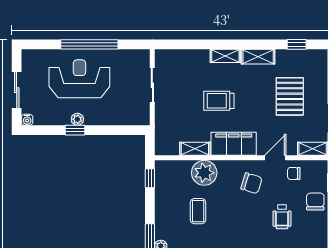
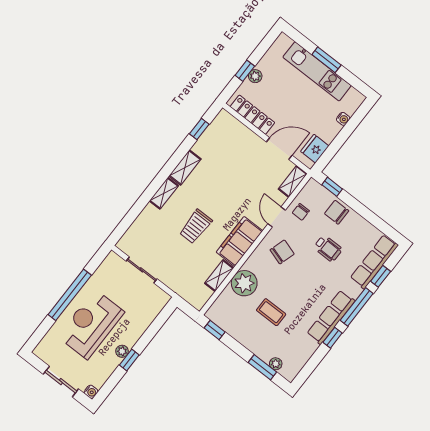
pallet: (290, 96) -> (237, 167), removed

